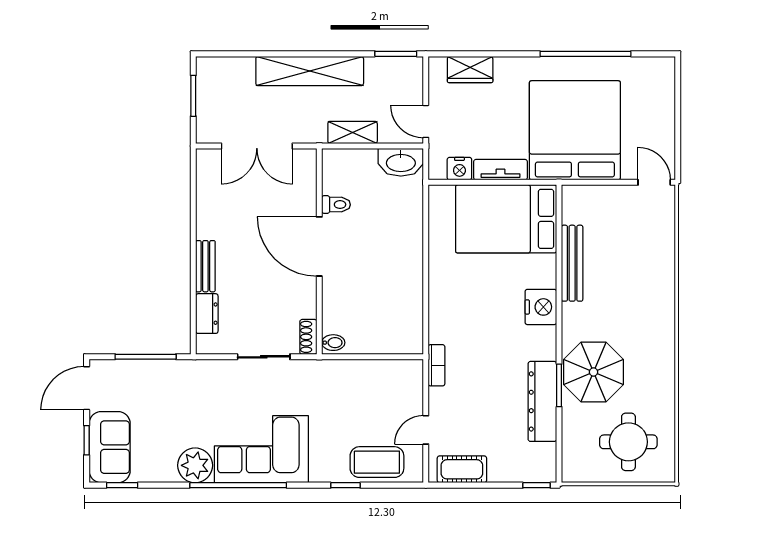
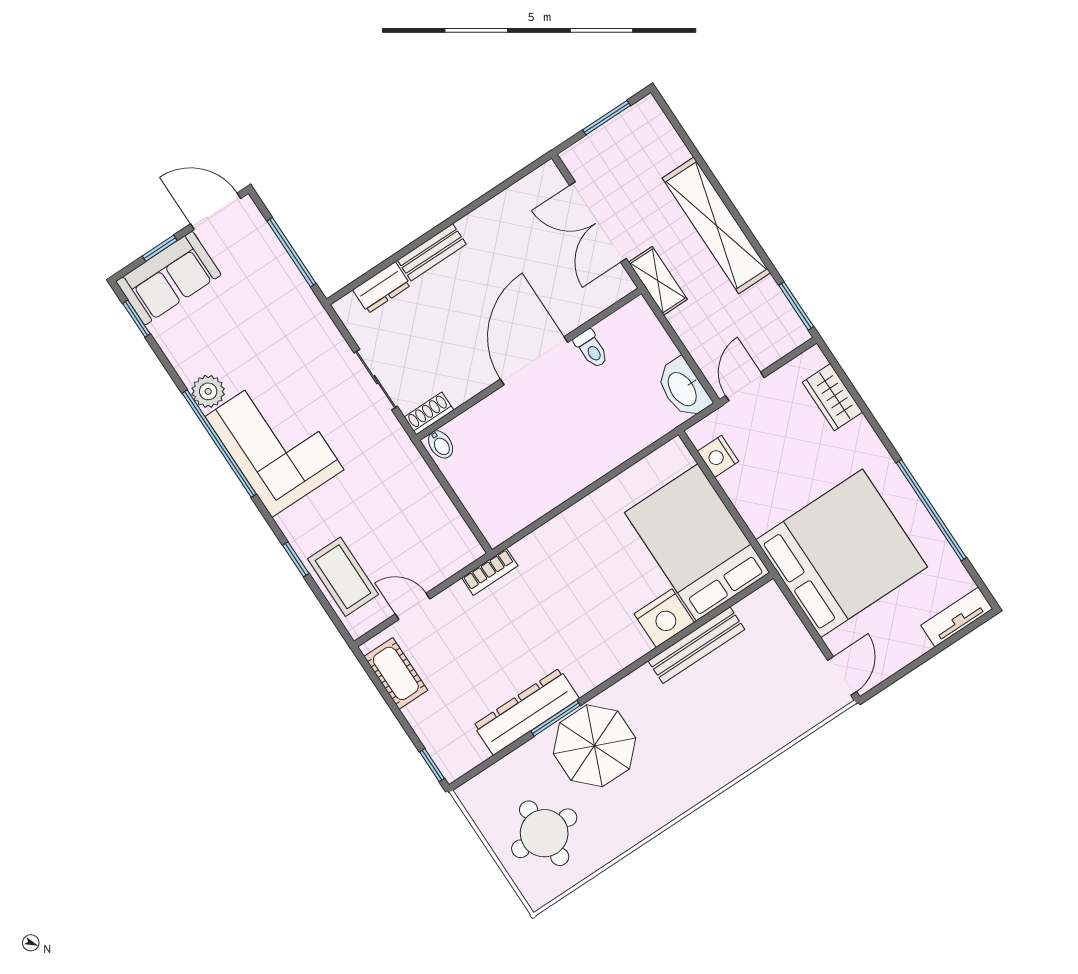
shelving: (353, 132) -> (658, 281), moved
tv unit: (500, 170) -> (957, 617), moved, turned -90
nightstand: (541, 307) -> (664, 618), moved
plant: (195, 465) -> (208, 391), width x0.73, depth x0.73

